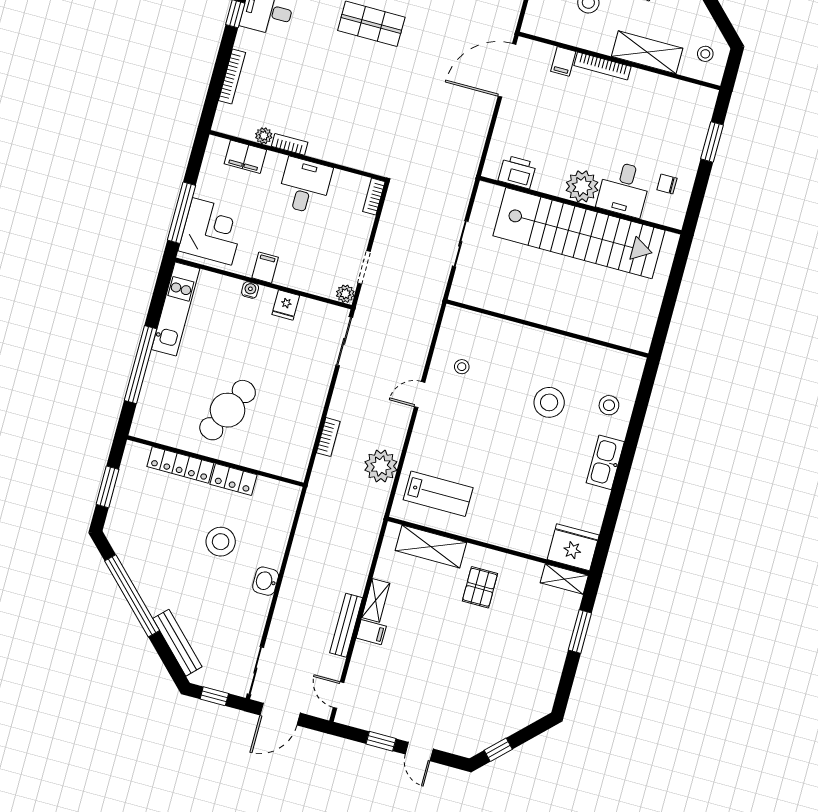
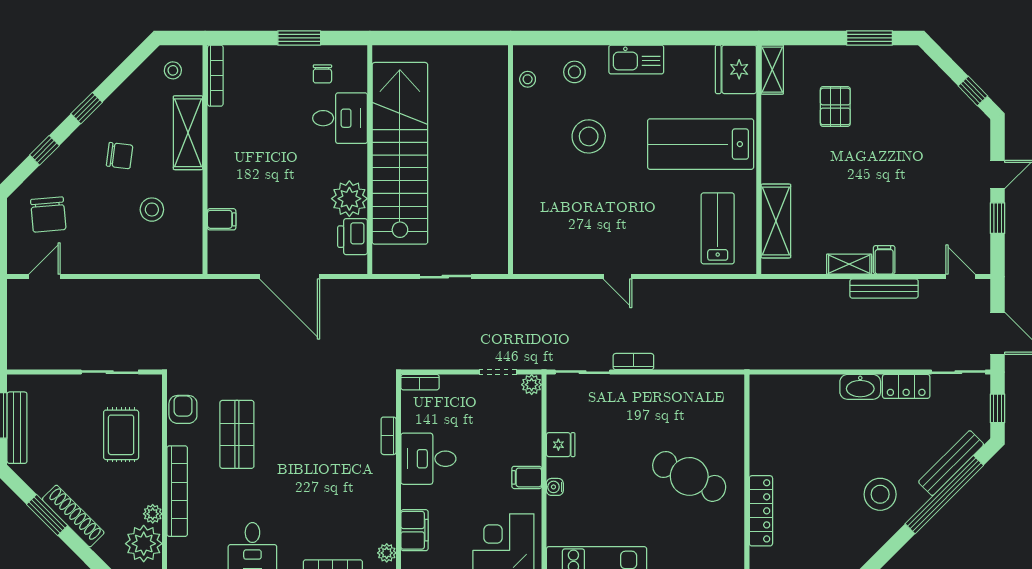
bookcase: (603, 66) -> (215, 76), moved
door: (507, 70) -> (289, 277), moved
plant: (264, 136) -> (387, 553), moved
window: (712, 142) -> (299, 38), moved
bookcase: (290, 144) -> (389, 436), moved
plant: (582, 186) -> (349, 199), moved
stool: (462, 367) -> (528, 79), moved
bookcase: (328, 437) -> (633, 362), moved
plant: (381, 466) -> (705, 297), removed
locker: (234, 479) -> (906, 386), moved, turned 90
lab bench: (516, 499) -> (701, 144), added
stool: (221, 542) -> (880, 494), moved
washbasin: (266, 581) -> (860, 387), width x1.38
pallet: (480, 587) -> (835, 106), moved, turned 90
window: (132, 596) -> (944, 495), moved
window: (580, 632) -> (869, 38), moved
door: (338, 695) -> (961, 277), swing flipped

